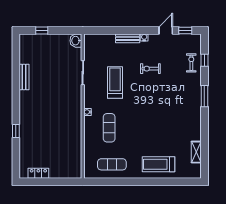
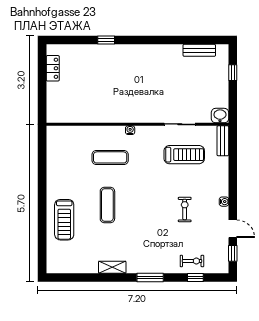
bench: (128, 38) -> (223, 141), moved
bench: (24, 77) -> (199, 50), moved
treadmill: (115, 82) -> (184, 155), moved
shelving: (196, 152) -> (112, 267), moved
exercise mat: (112, 164) -> (107, 205), moved
treadmill: (159, 164) -> (64, 220), turned 180

